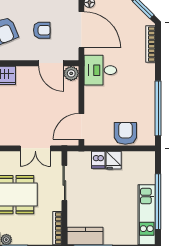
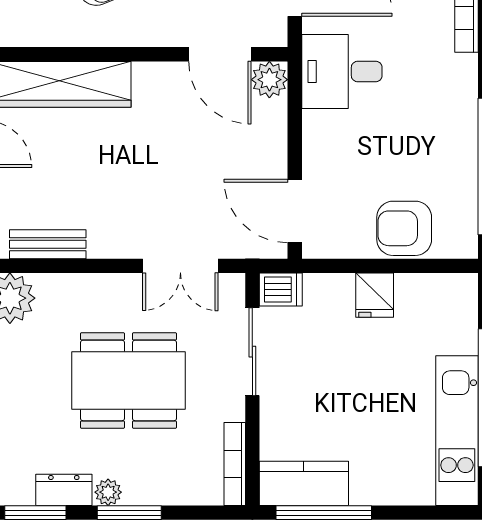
door: (81, 126) -> (295, 211), hinge flipped
armchair: (125, 133) -> (404, 228), turned -90
dishwasher: (98, 160) -> (281, 289), moved, turned -90

